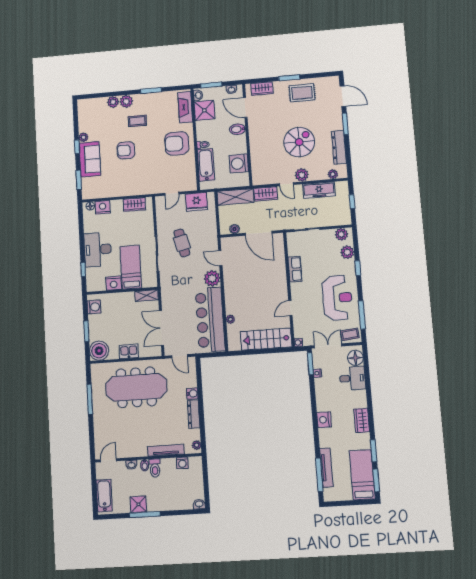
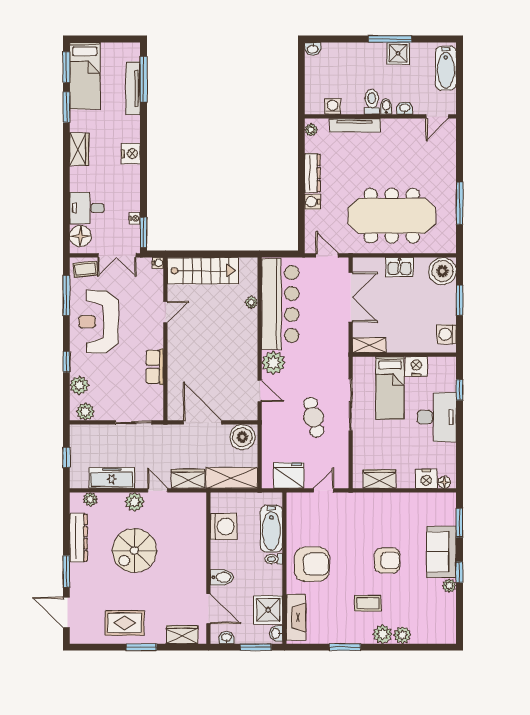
boiler: (234, 229) -> (242, 437), width x1.86, depth x1.86

